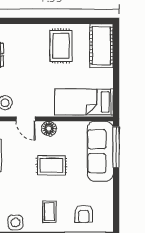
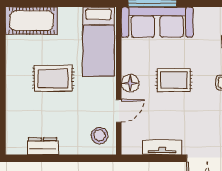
rug: (61, 46) -> (53, 78), moved
rug: (51, 165) -> (174, 80), turned 90

